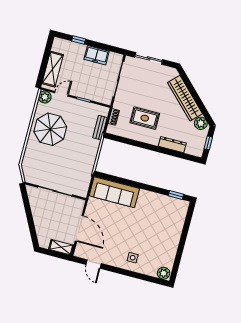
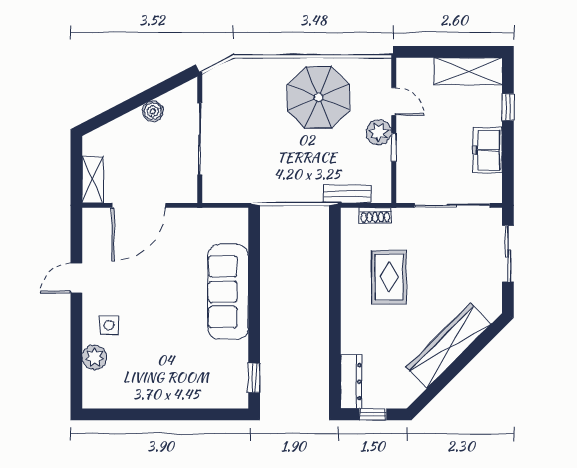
shelving: (53, 69) -> (468, 71), moved
plant: (45, 97) -> (379, 132), moved
plant: (201, 123) -> (408, 390), removed
dresser: (172, 145) -> (351, 382), moved
sofa: (114, 192) -> (228, 292), moved
boiler: (36, 210) -> (153, 111), added
door: (94, 264) -> (76, 278), moved
plant: (164, 273) -> (94, 357), moved

